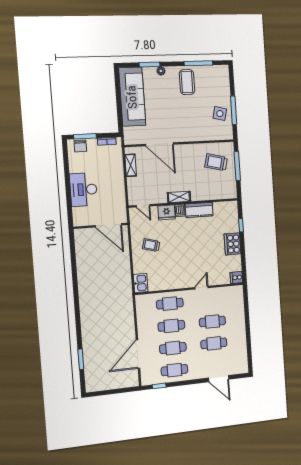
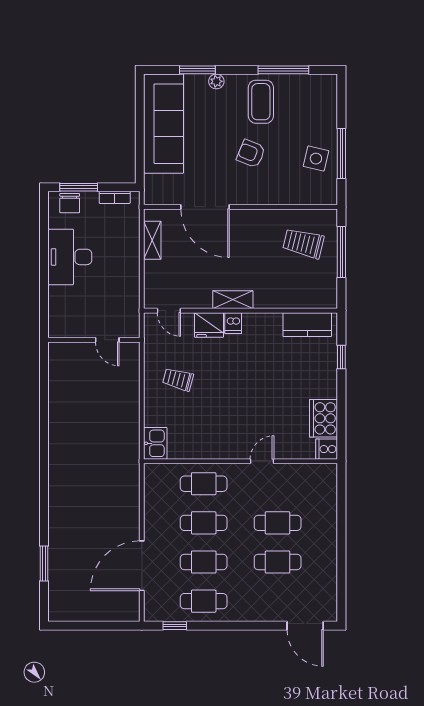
armchair: (183, 112) -> (251, 154), added
desk: (84, 190) -> (70, 257), moved
kitchen counter: (199, 210) -> (307, 325), moved
door: (108, 225) -> (107, 340), width x0.53
cooker: (233, 244) -> (324, 418), moved
door: (219, 379) -> (305, 626), moved

